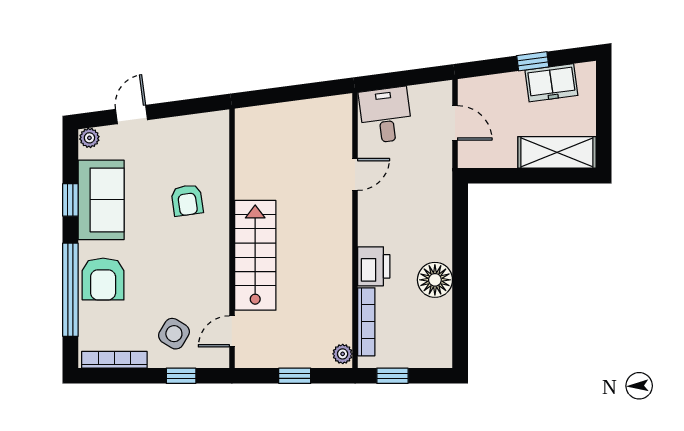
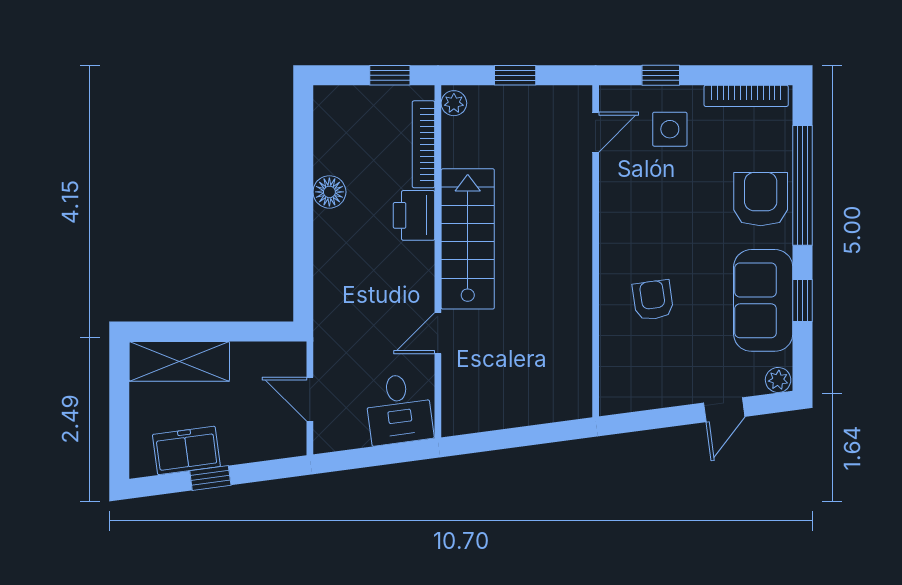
stairs: (255, 255) -> (468, 239), moved, turned 180
floor lamp: (435, 280) -> (329, 192), width x0.73, depth x0.73
side table: (174, 334) -> (670, 129), turned -31

